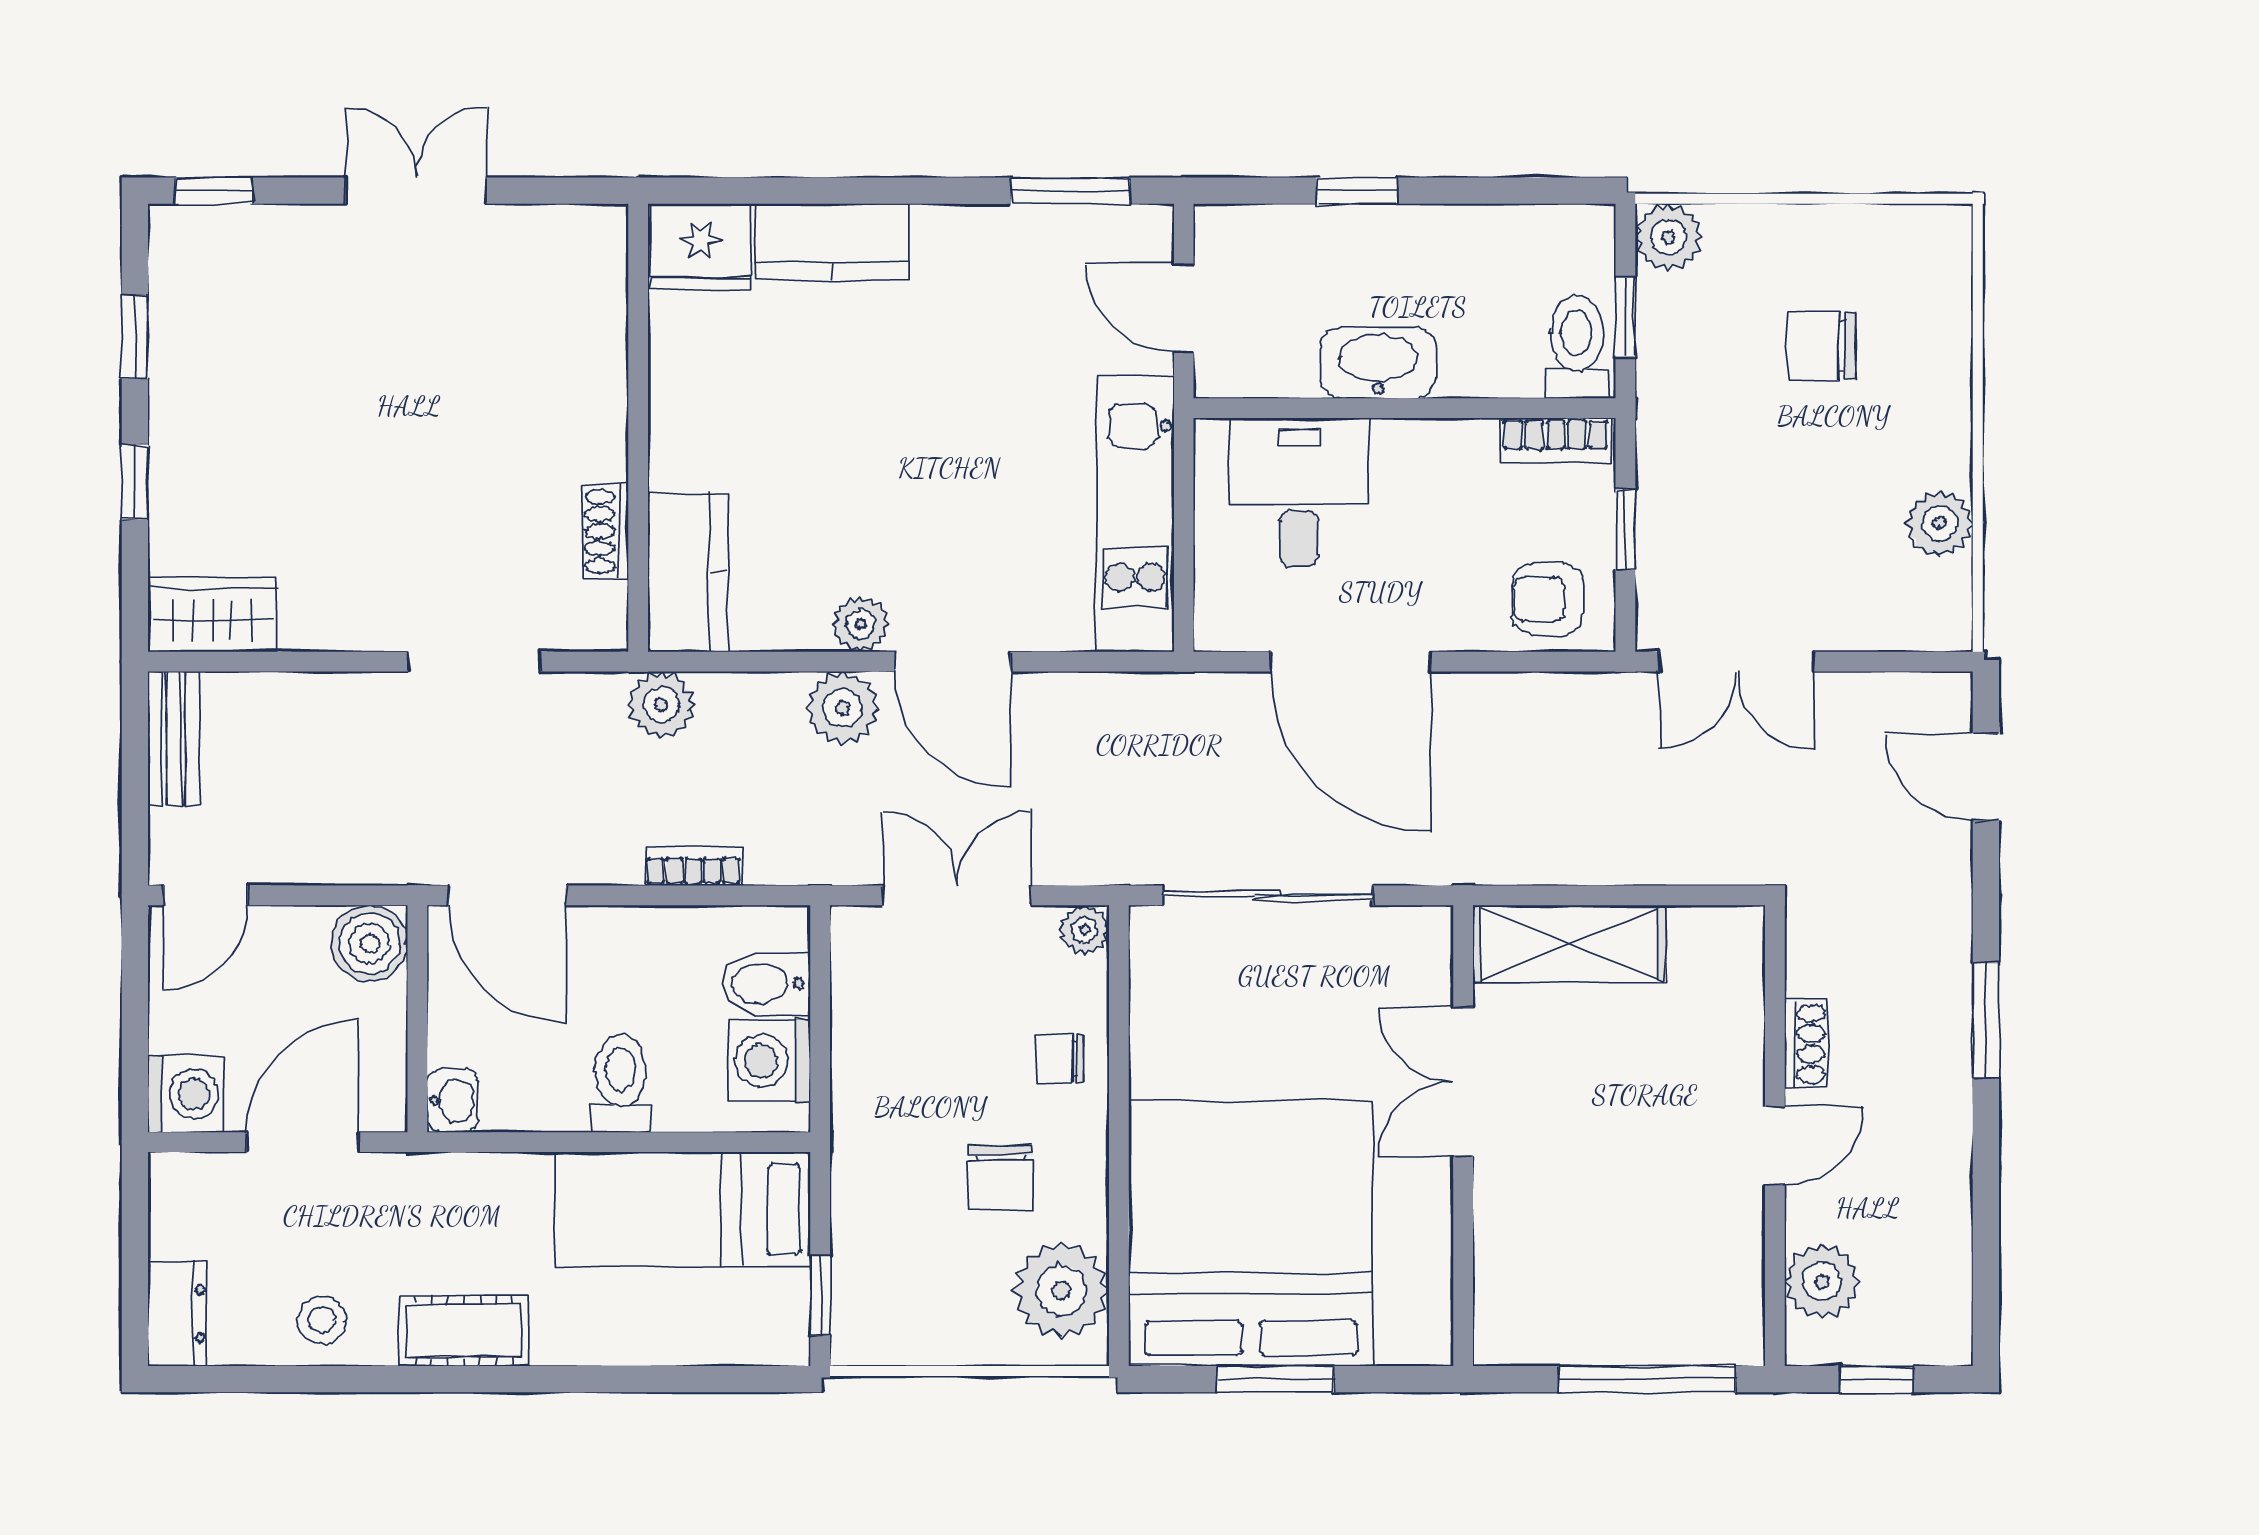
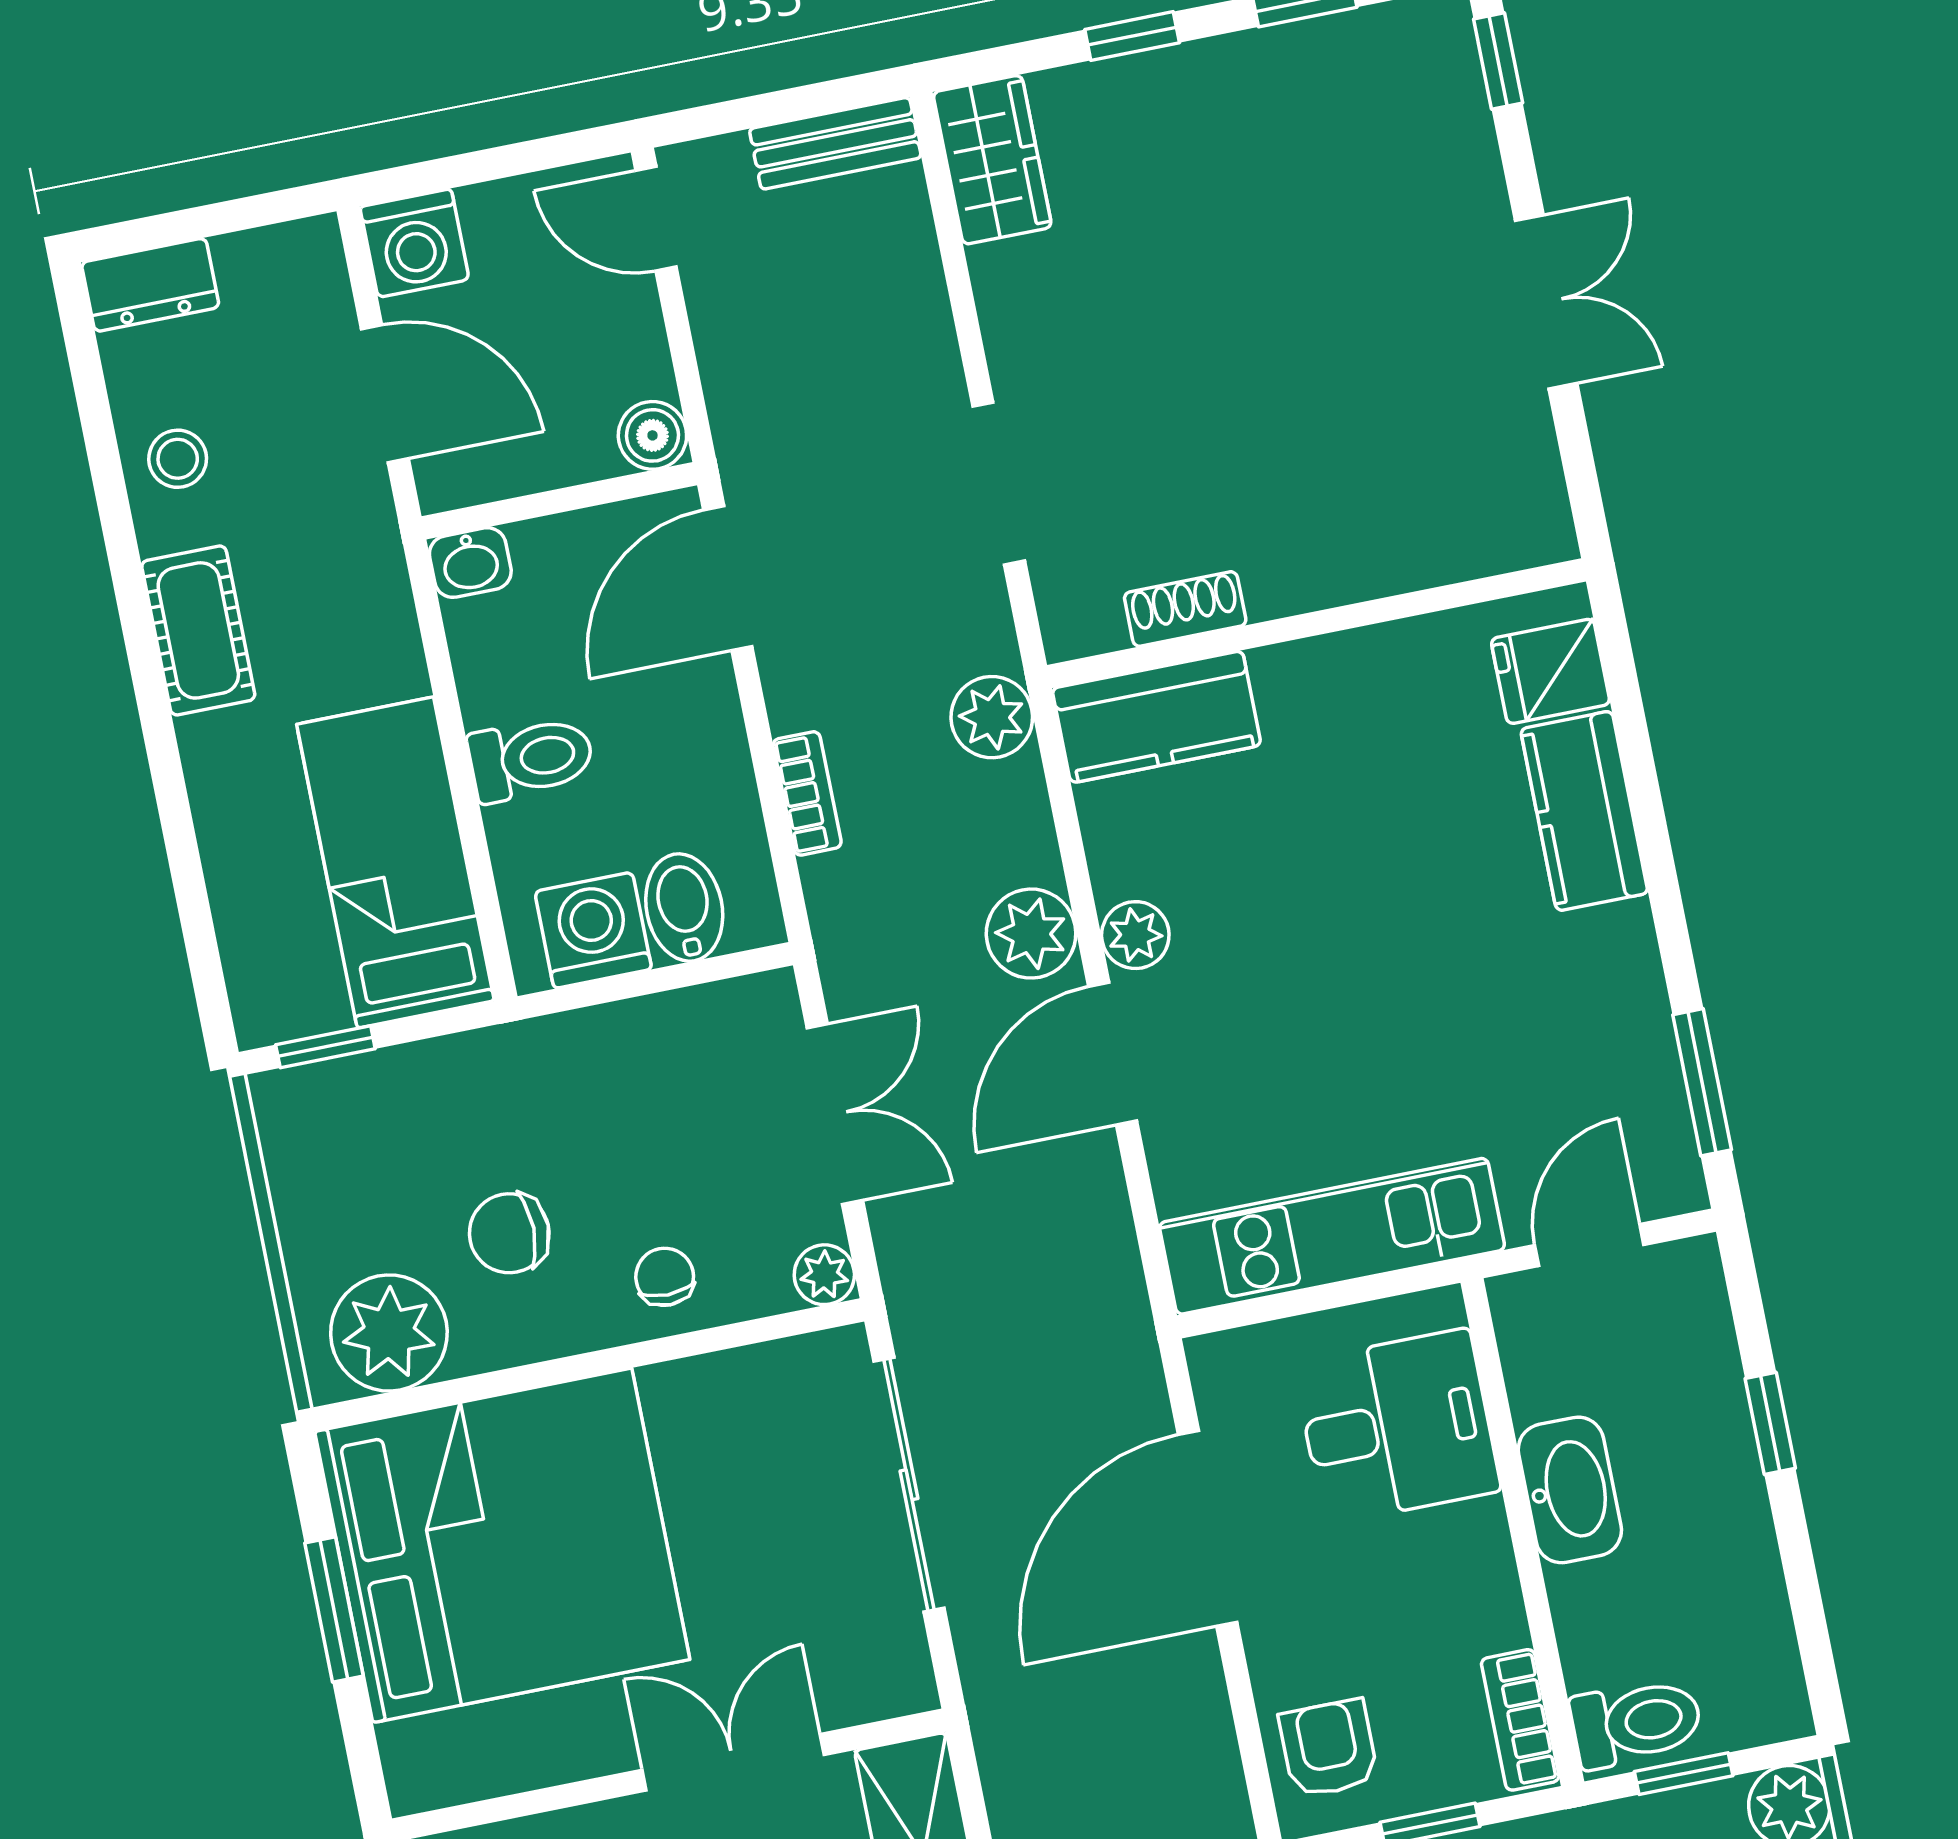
fridge: (701, 247) -> (1551, 671), width x0.72
boiler: (369, 943) -> (652, 435), width x0.73, depth x0.73

